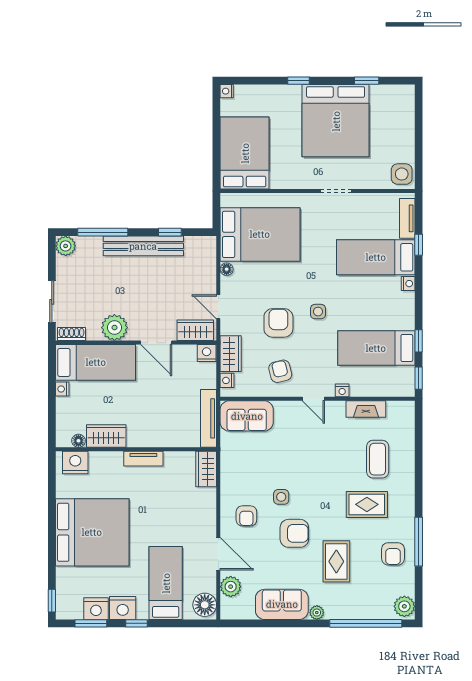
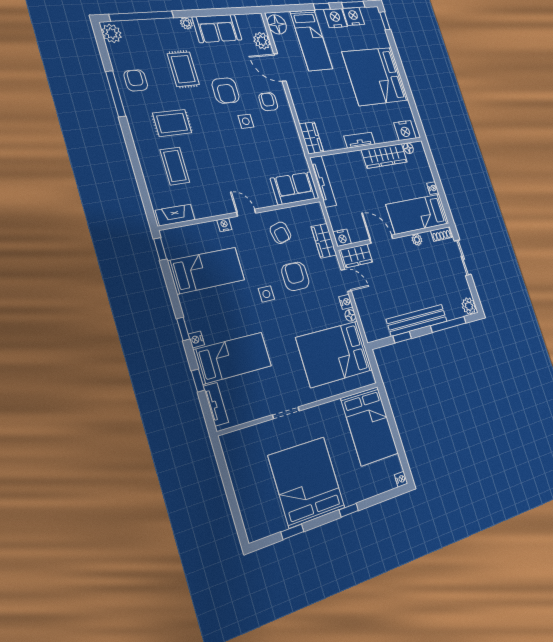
side table: (402, 174) -> (234, 447), removed
armchair: (278, 323) -> (295, 276), turned 180
plant: (114, 328) -> (417, 240), width x0.53, depth x0.53
window: (419, 341) -> (183, 329), moved
nightstand: (227, 380) -> (346, 302), moved
fireplace: (366, 409) -> (175, 215), moved
wardrobe: (106, 436) -> (384, 156), width x1.50
armchair: (294, 533) -> (226, 91), turned -90

